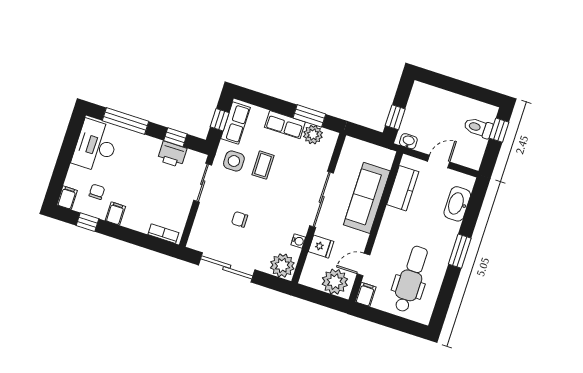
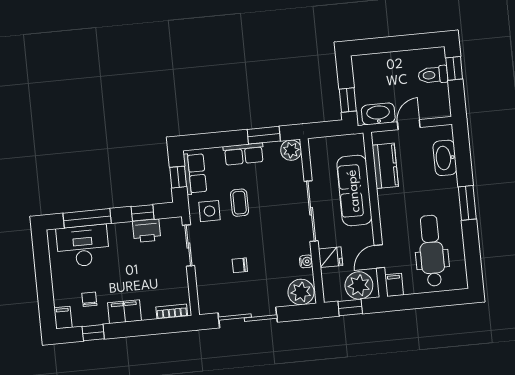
plant: (313, 135) -> (291, 150), moved
washbasin: (408, 141) -> (378, 114), width x1.91, depth x1.45
desk: (96, 146) -> (83, 246), moved, turned 90
filing cabinet: (115, 214) -> (125, 312), width x2.00
window: (319, 297) -> (350, 308), added

